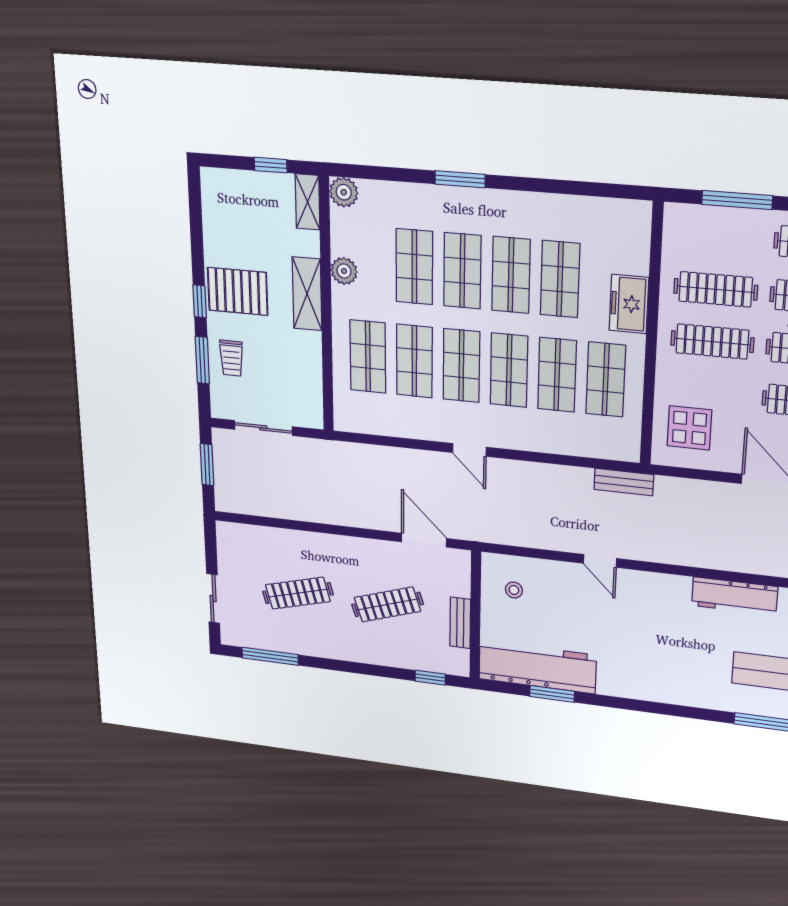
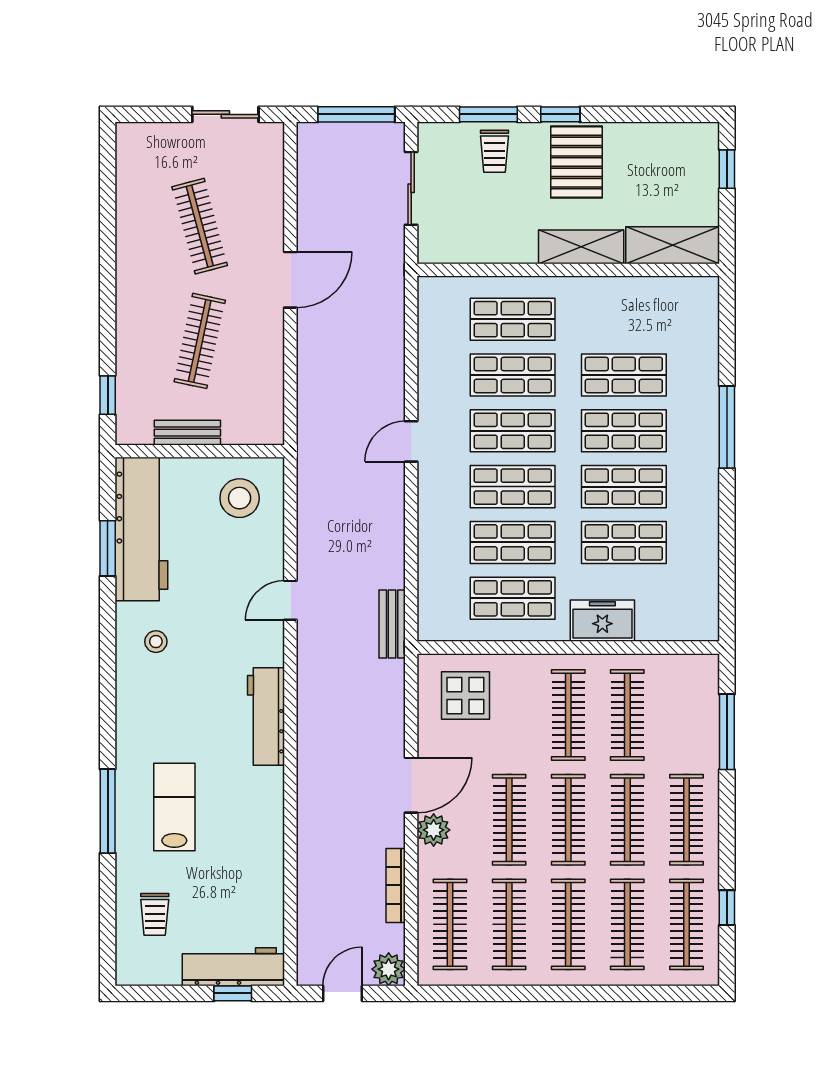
window: (271, 165) -> (727, 169), moved
window: (460, 179) -> (727, 427), width x1.44
plant: (344, 192) -> (702, 293), removed
shelving: (307, 202) -> (673, 245), width x1.50, depth x1.33
plant: (344, 271) -> (612, 292), removed
trolley: (231, 358) -> (494, 151), turned -90
window: (207, 465) -> (356, 114), width x1.44
door: (424, 540) -> (290, 280), moved
stool: (514, 590) -> (240, 498), width x1.89, depth x1.89
workbench: (734, 596) -> (266, 717), moved
sliding door: (213, 599) -> (225, 114), moved
clothes rail: (387, 604) -> (200, 341), turned 30
window: (270, 656) -> (108, 187), removed
stool: (630, 668) -> (156, 642), added

